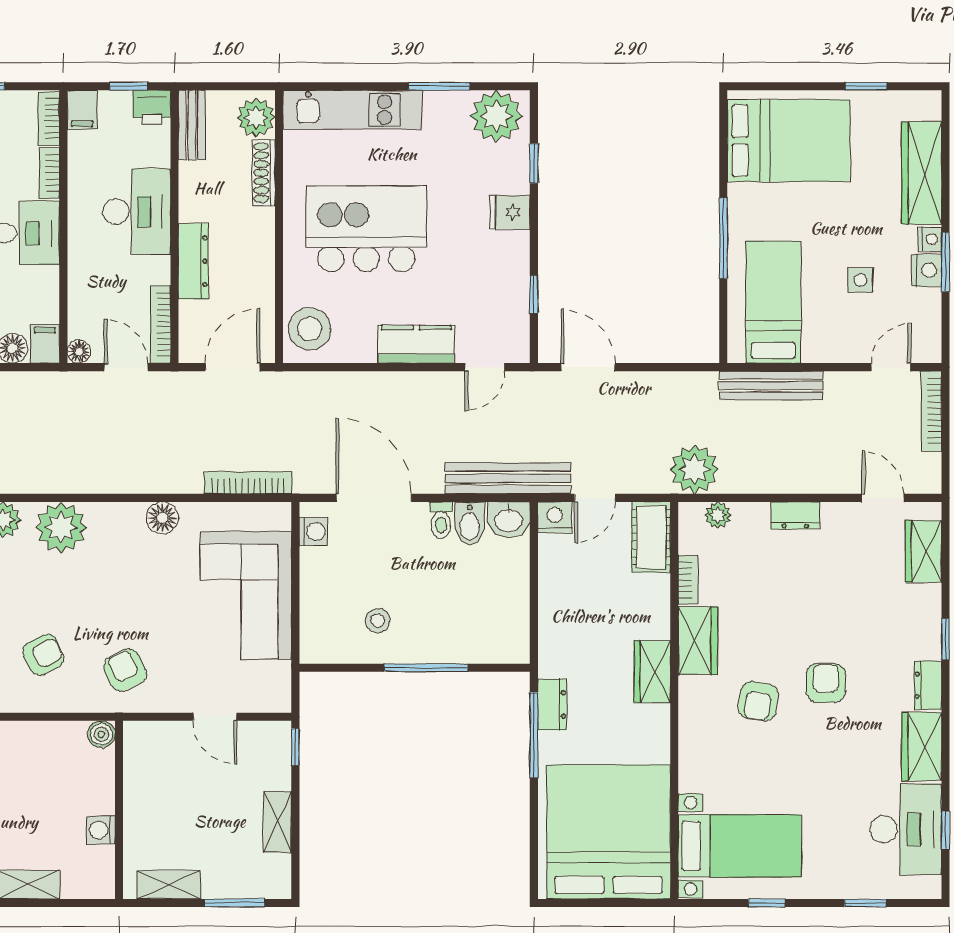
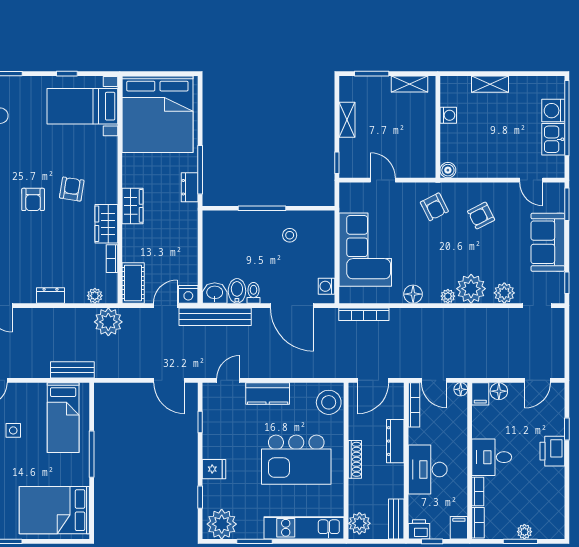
shoe rack: (264, 173) -> (355, 459), moved
bench: (771, 386) -> (72, 370), width x0.73
plant: (101, 514) -> (448, 296), added

